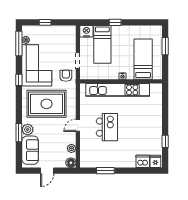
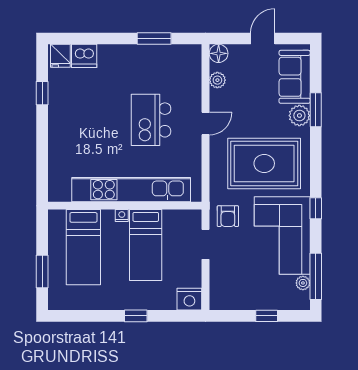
bed: (102, 44) -> (146, 245), moved, turned 180

